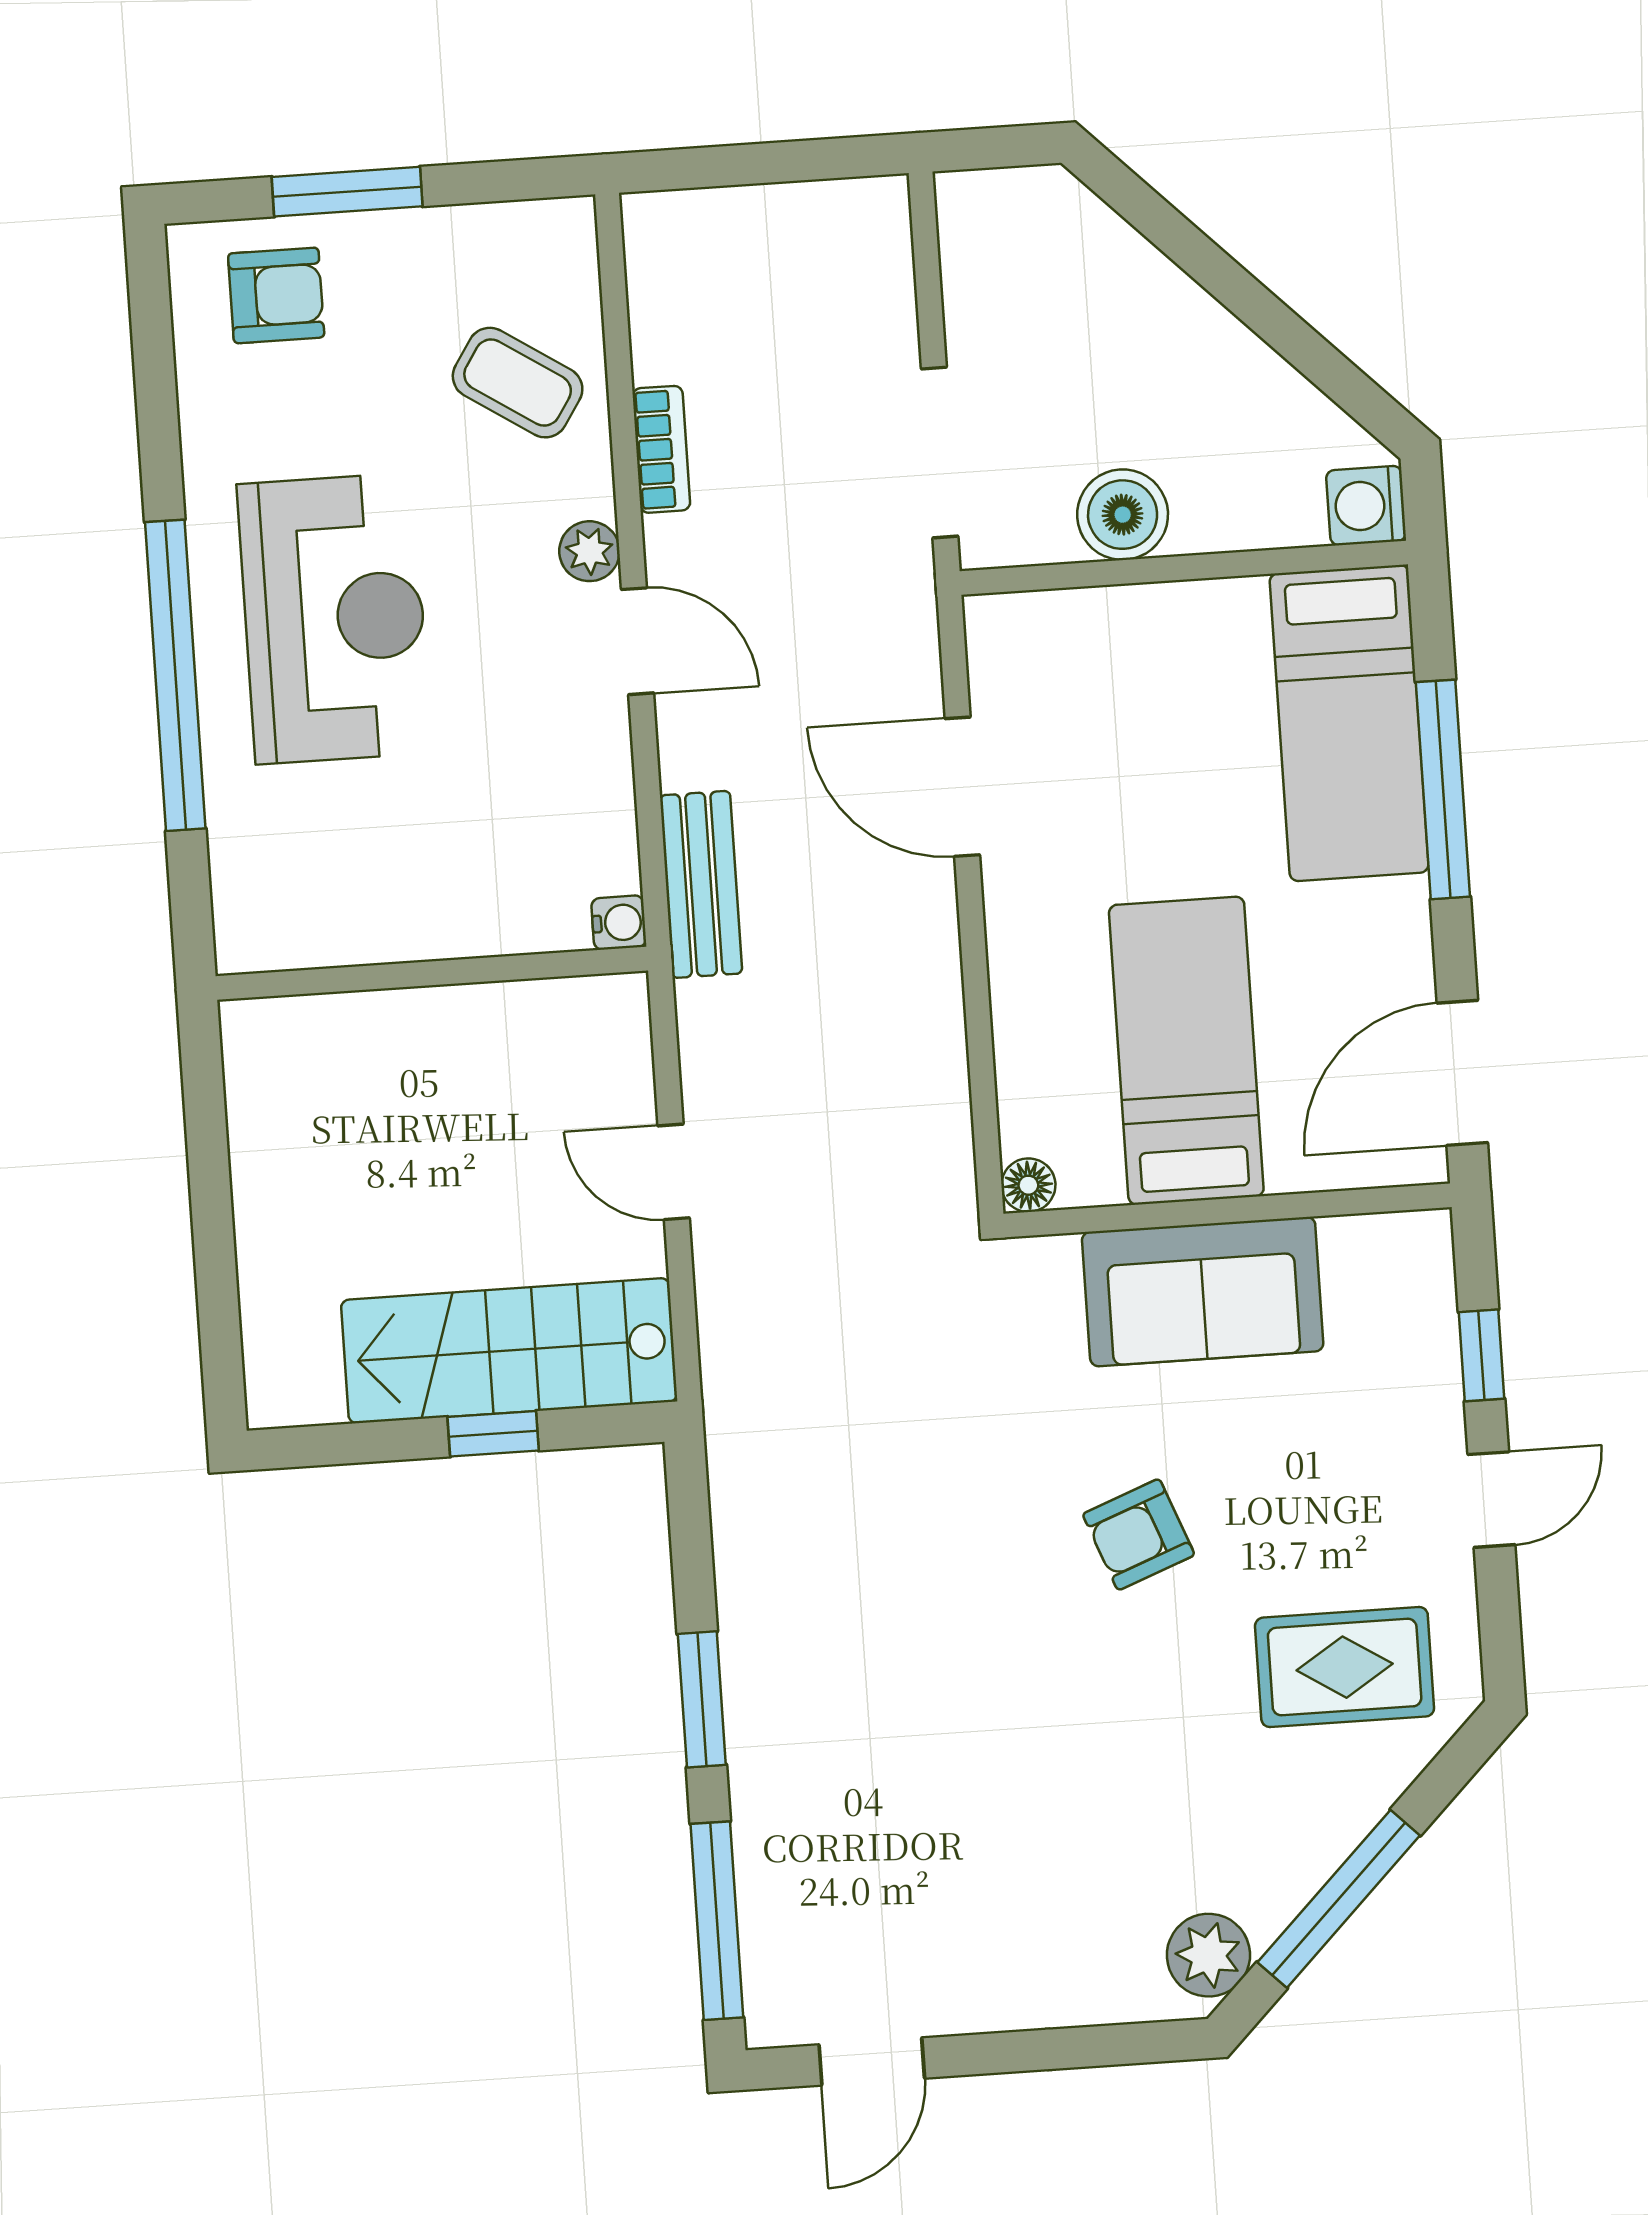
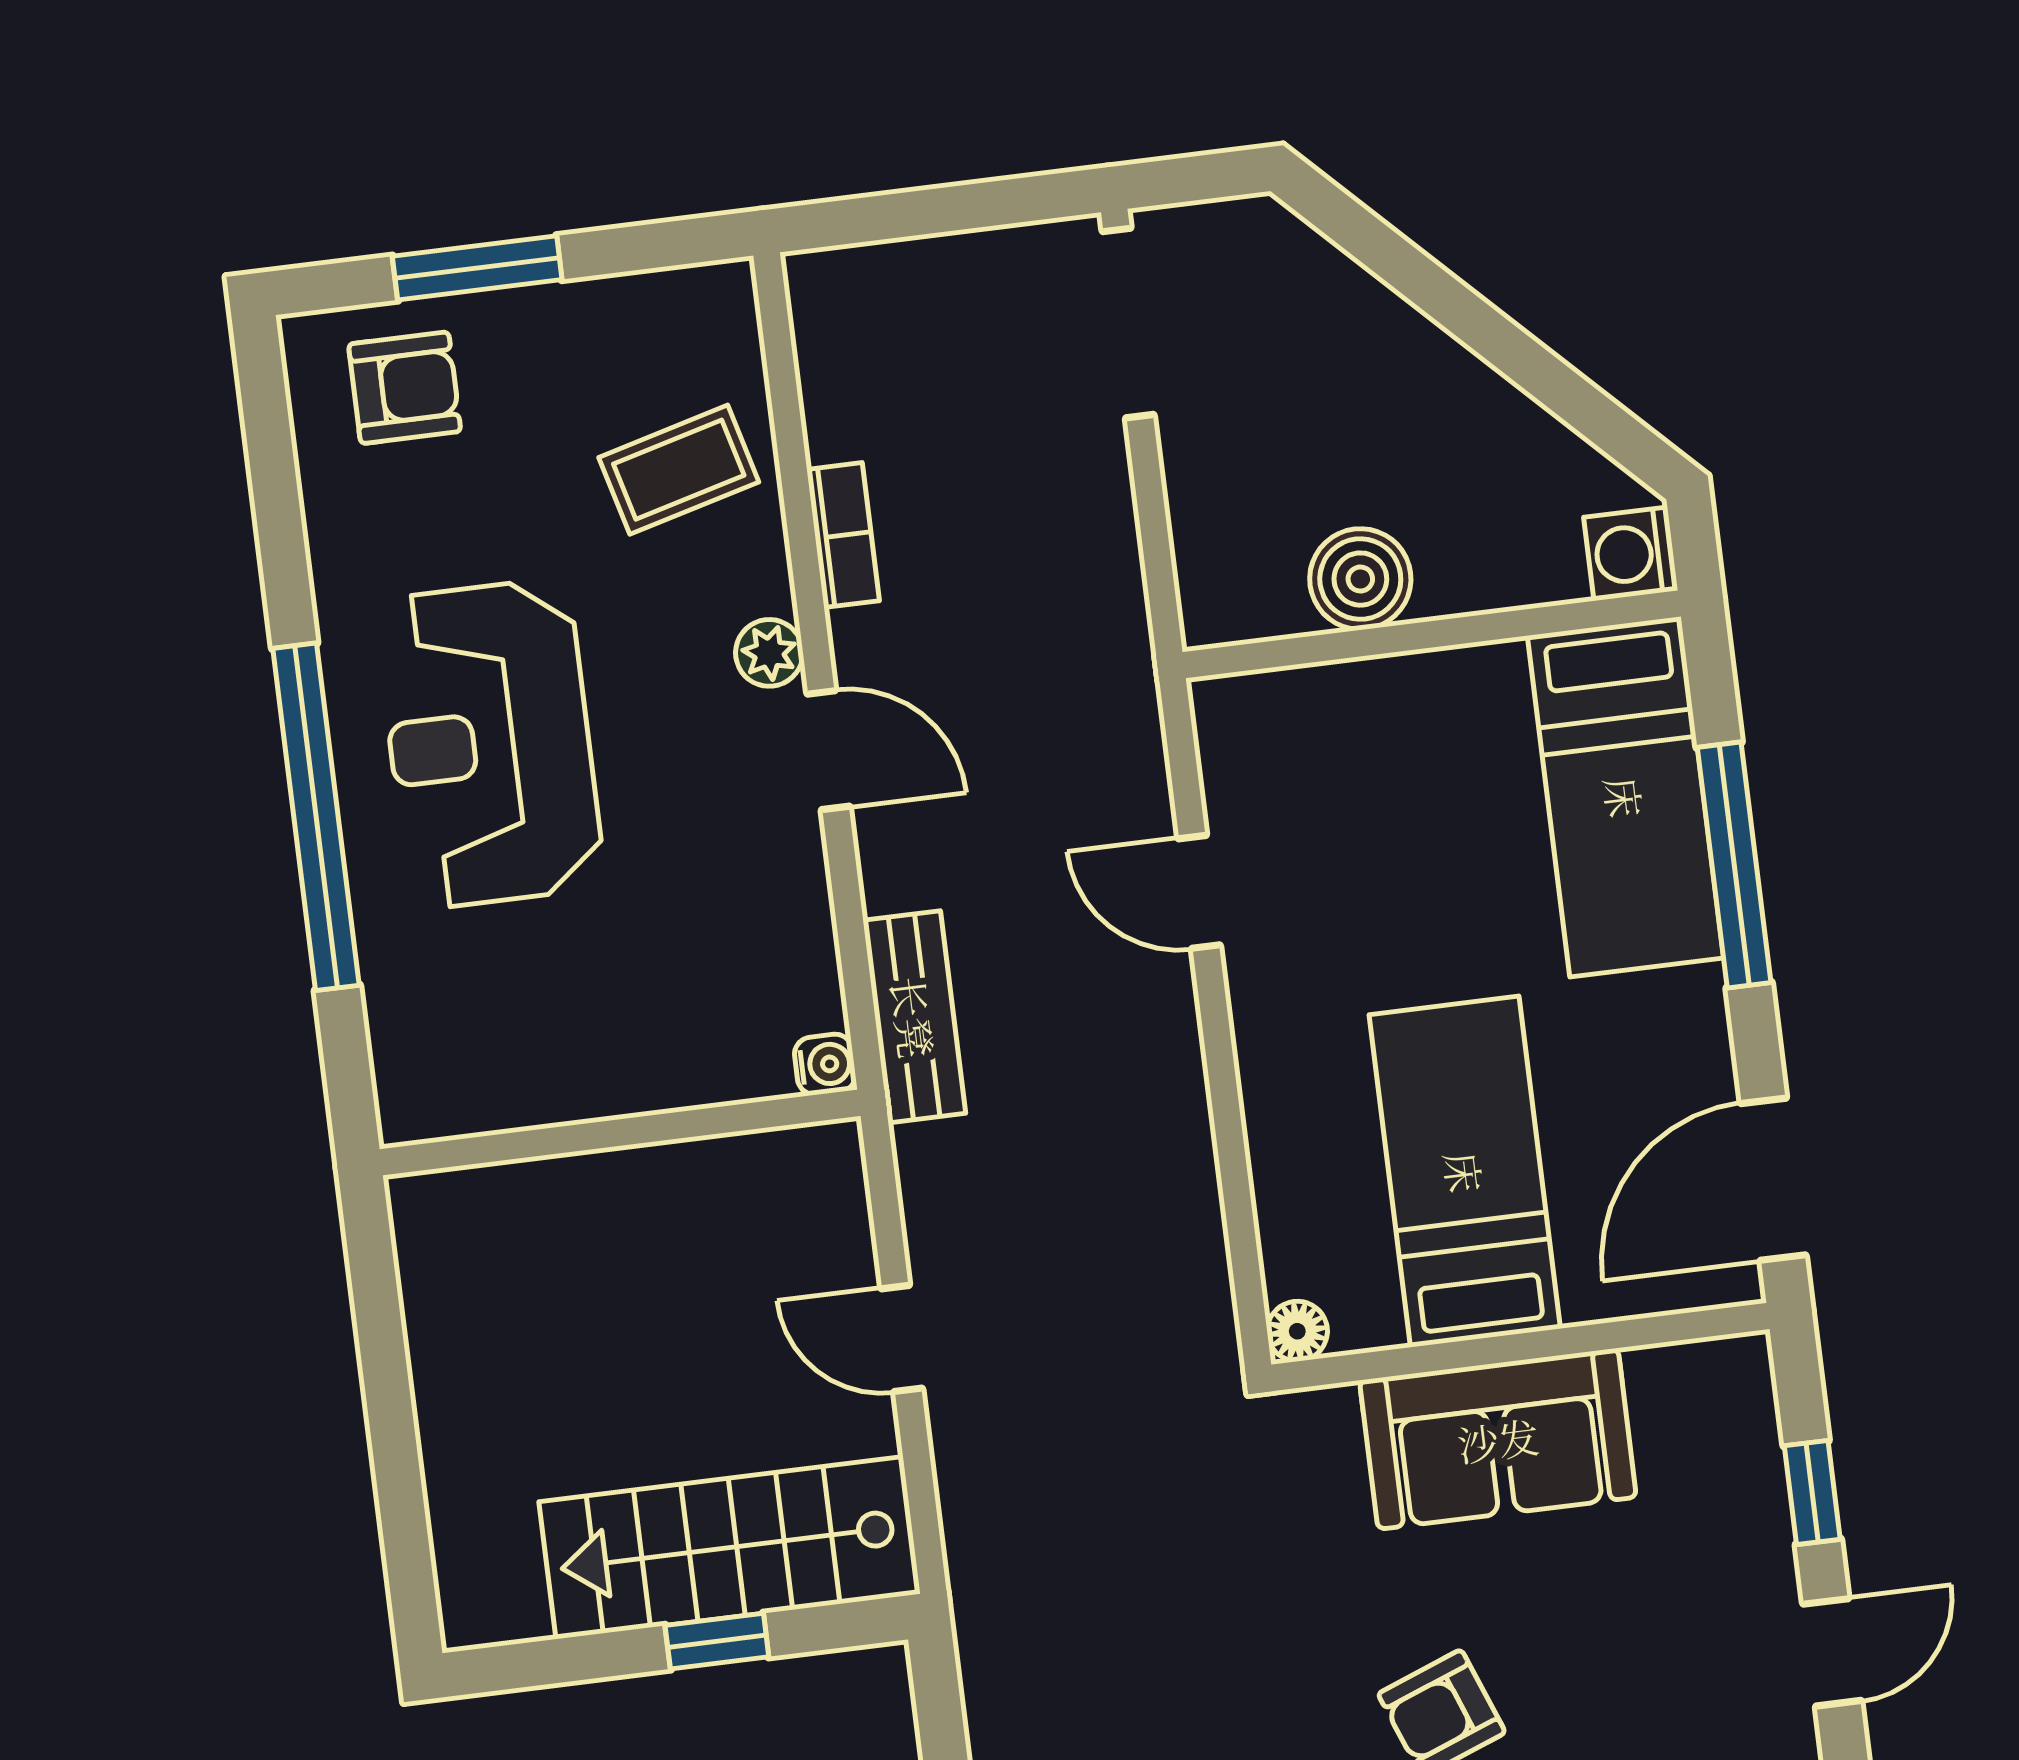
coffee table: (518, 383) -> (679, 470), turned -48
doorway: (940, 452) -> (1128, 323), moved
reception desk: (334, 619) -> (490, 744), turned 180
door: (962, 787) -> (1199, 892), width x0.73

